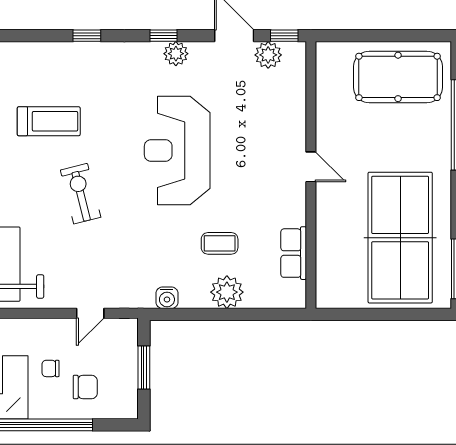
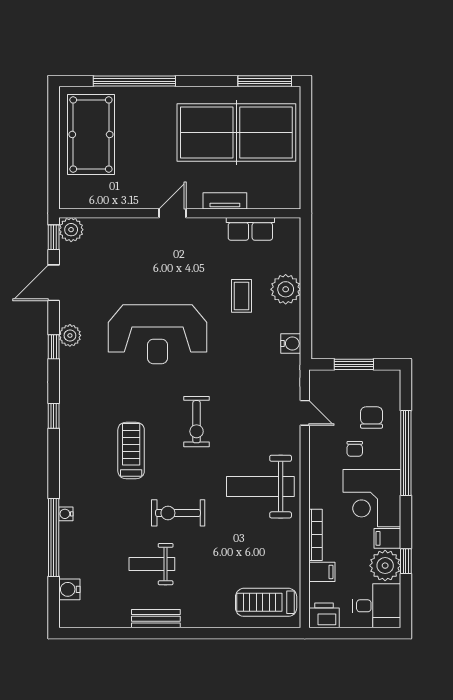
plant: (268, 55) -> (71, 230), moved
exercise bike: (81, 194) -> (197, 422), turned -76
tv unit: (325, 225) -> (225, 201), added

